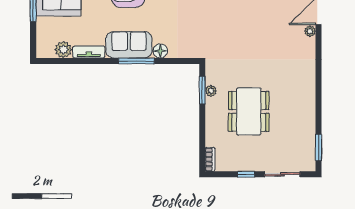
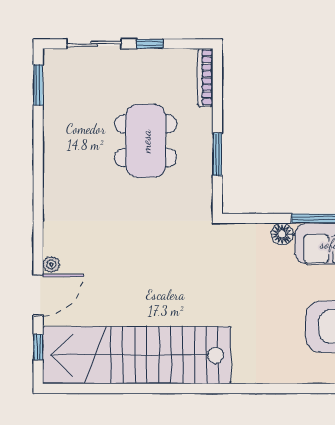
window: (202, 90) -> (217, 154), moved
plant: (211, 91) -> (204, 172), removed
bookcase: (210, 159) -> (205, 77), width x1.56

